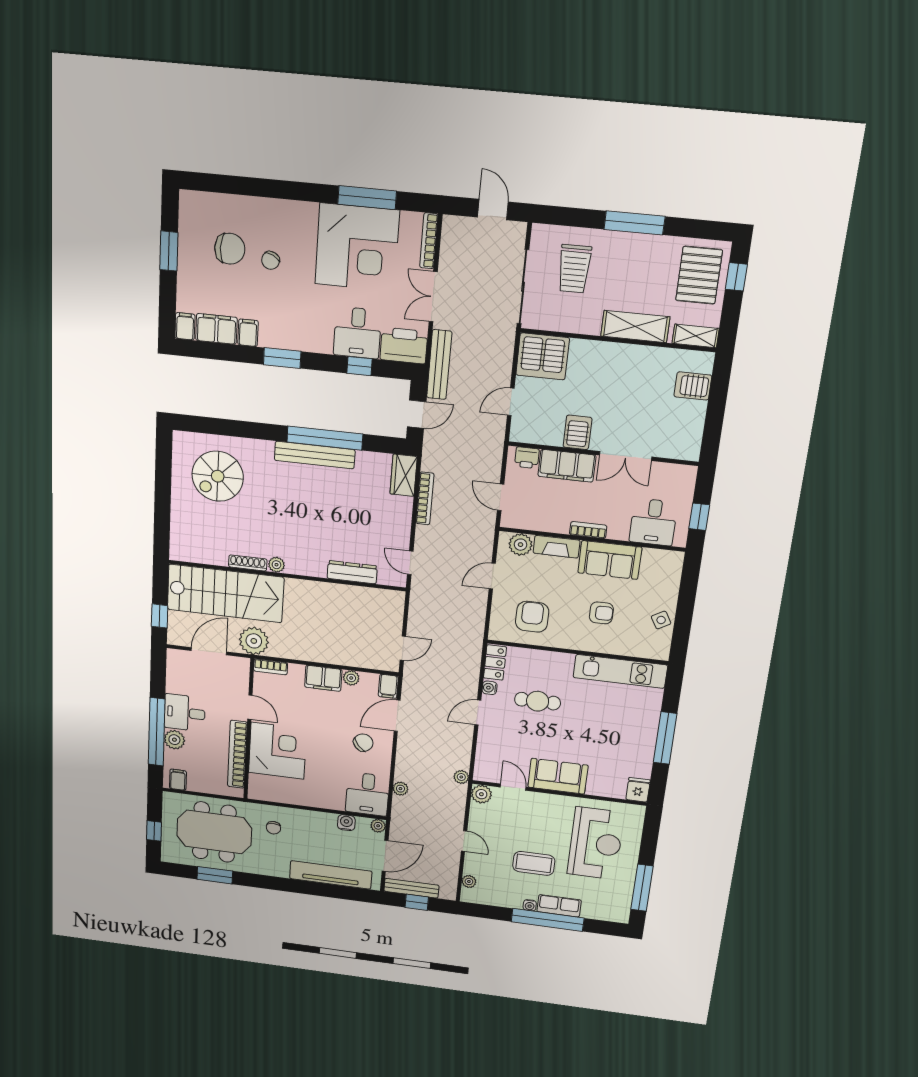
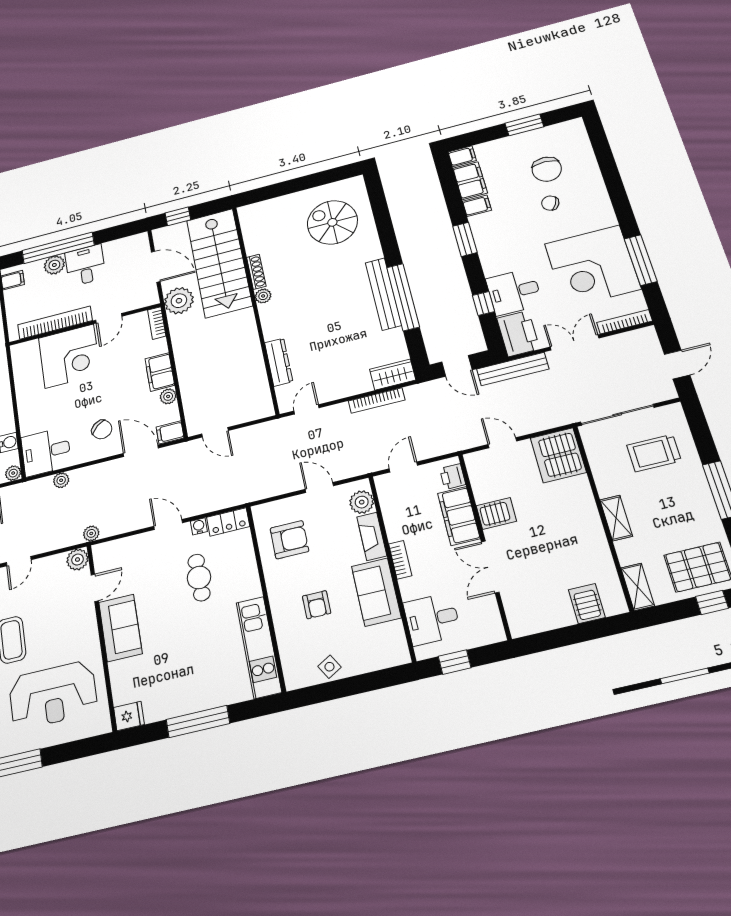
shelving: (635, 327) -> (616, 518), width x0.67, depth x0.75

